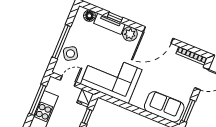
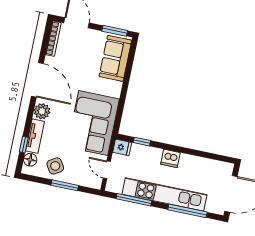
window: (115, 17) -> (24, 145), moved
window: (61, 42) -> (65, 185), width x0.69
side table: (70, 54) -> (55, 166), moved

